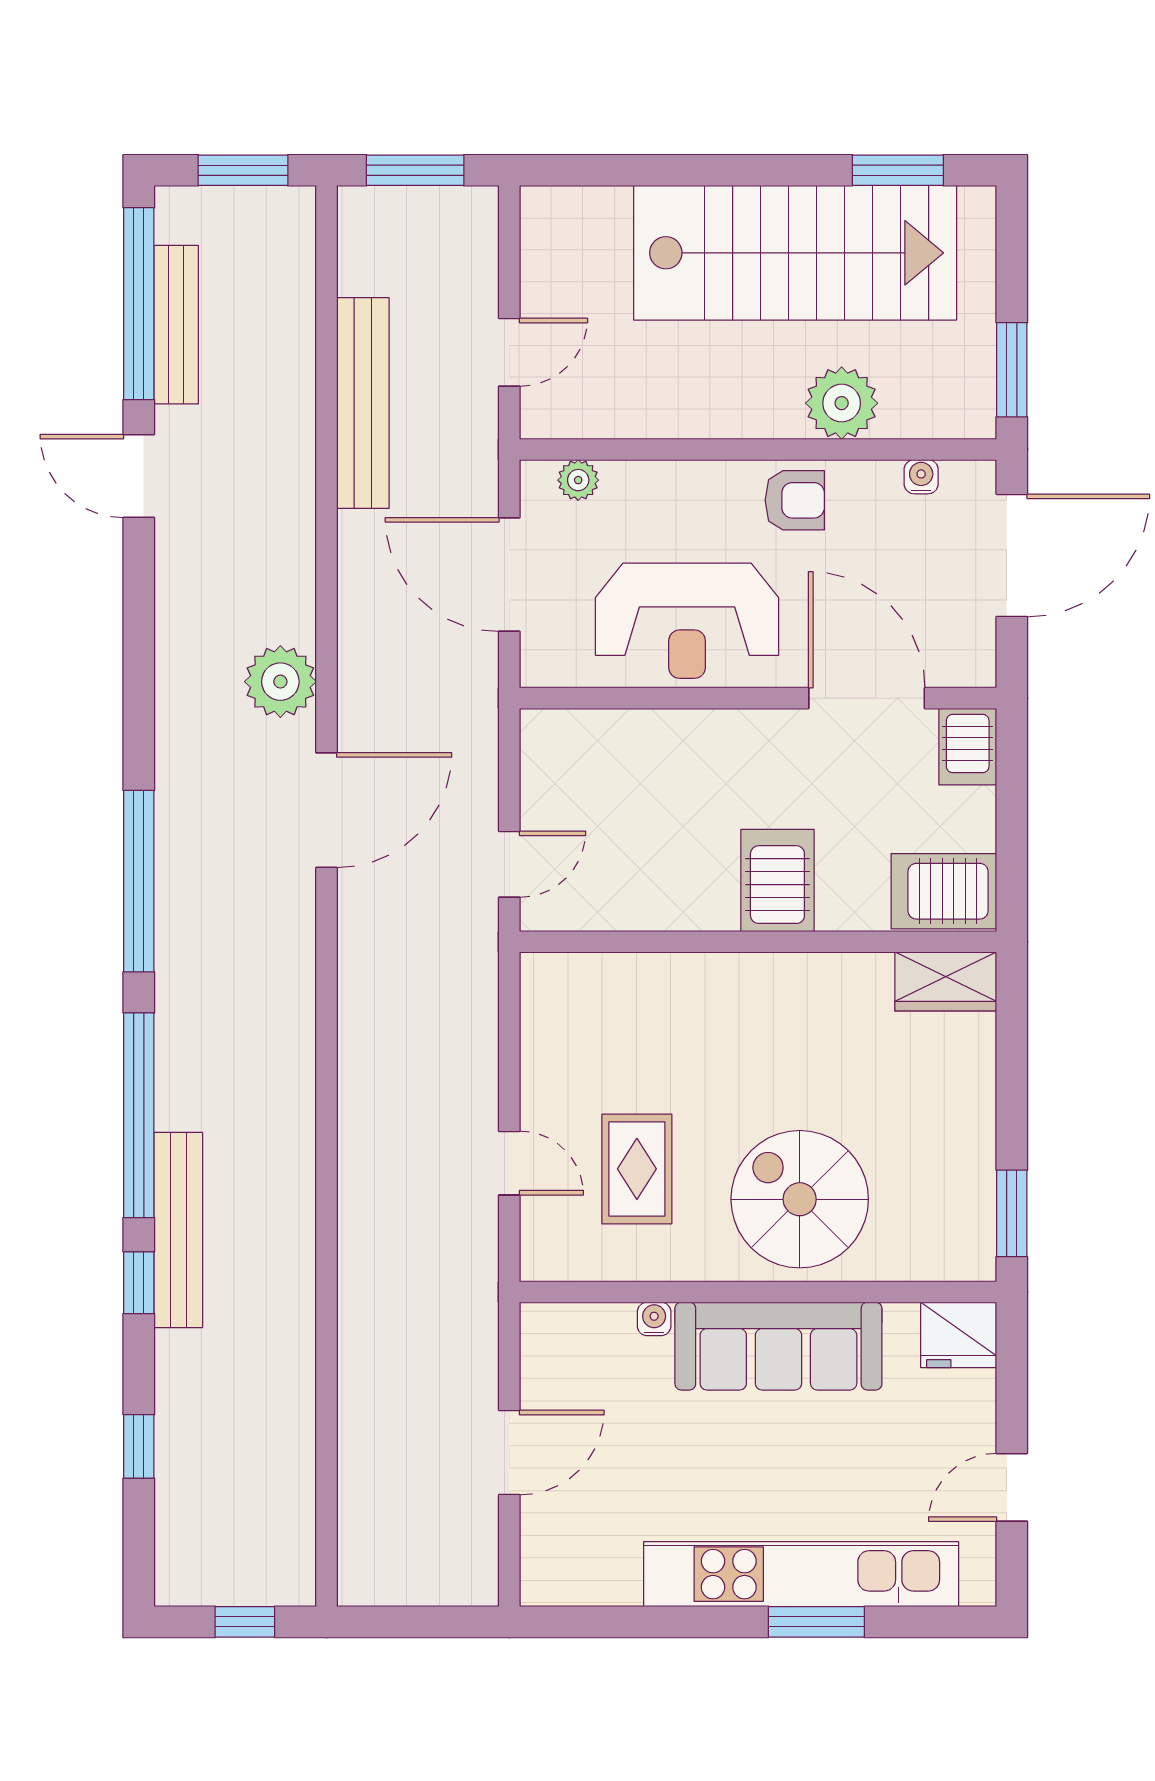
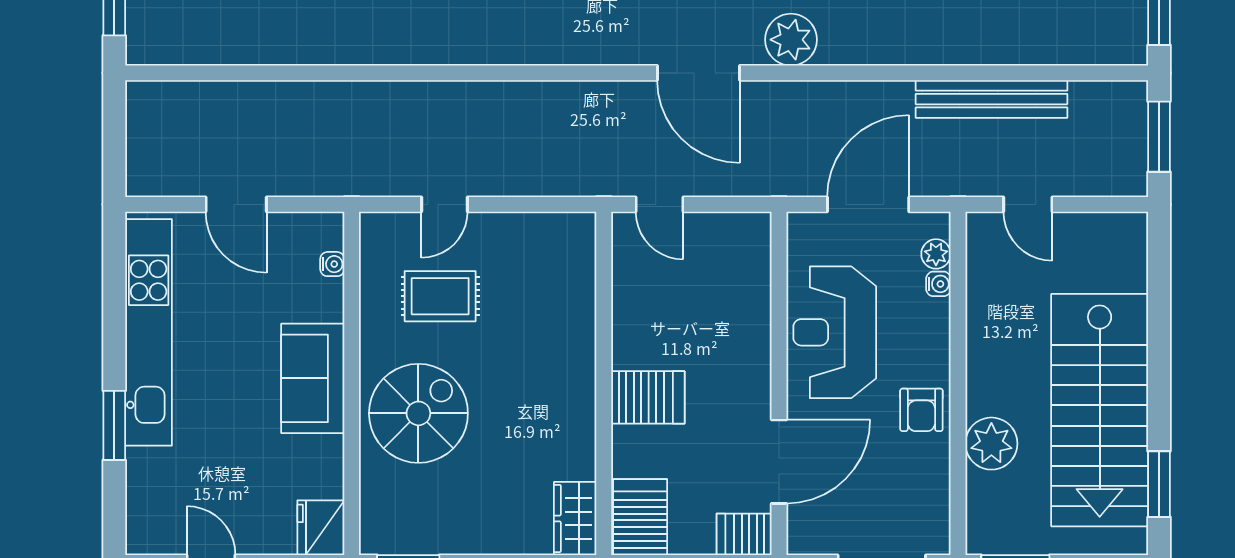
water cooler: (921, 477) -> (938, 284), moved
water cooler: (654, 1319) -> (332, 264), moved
sofa: (778, 1346) -> (313, 378), width x0.73
kitchen unit: (801, 1574) -> (149, 332), moved

